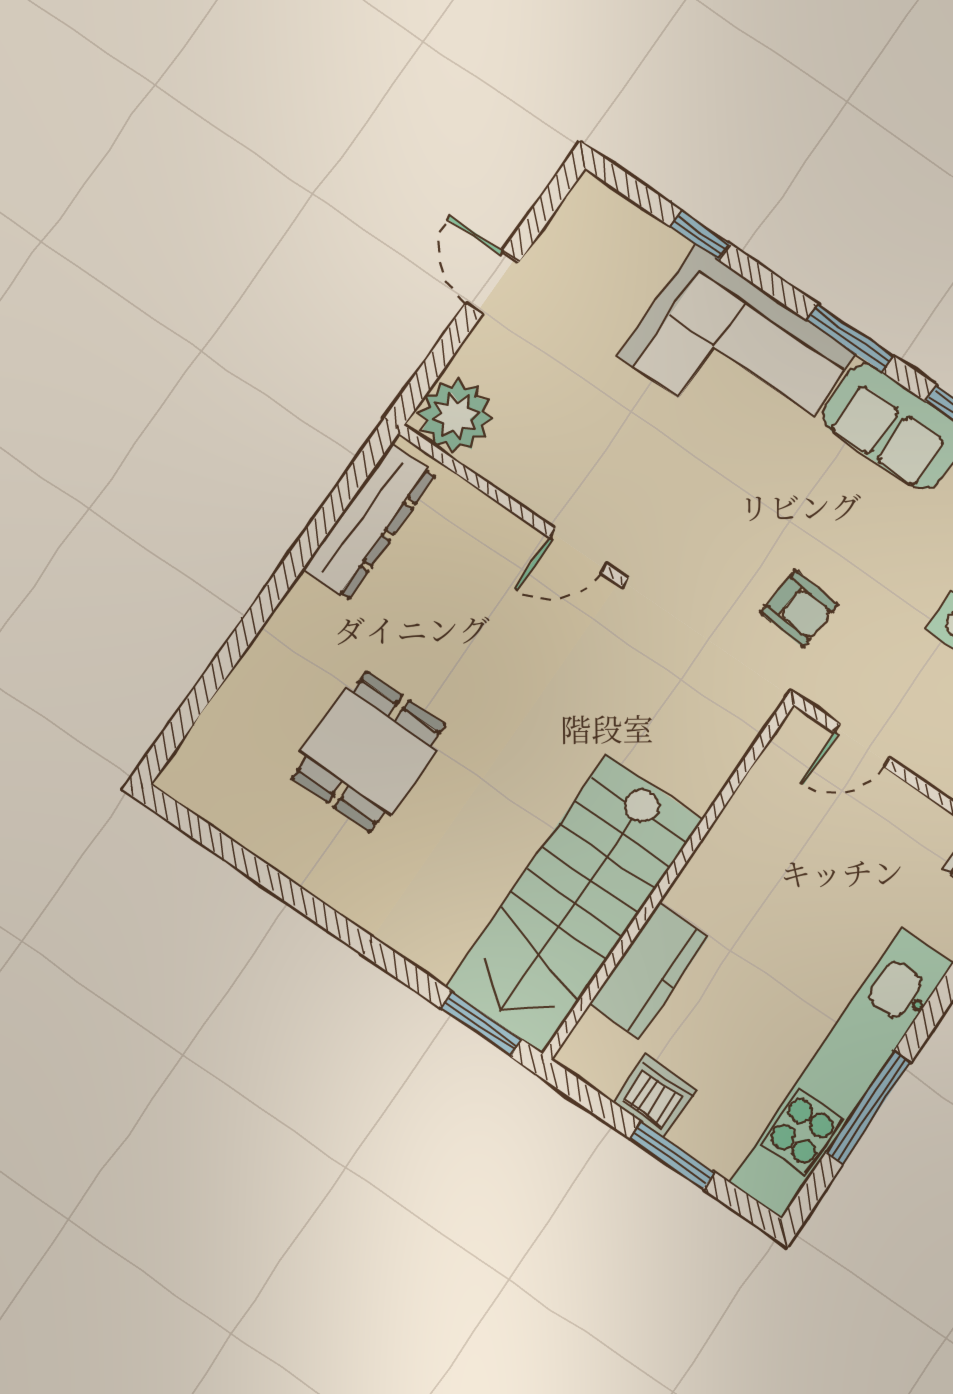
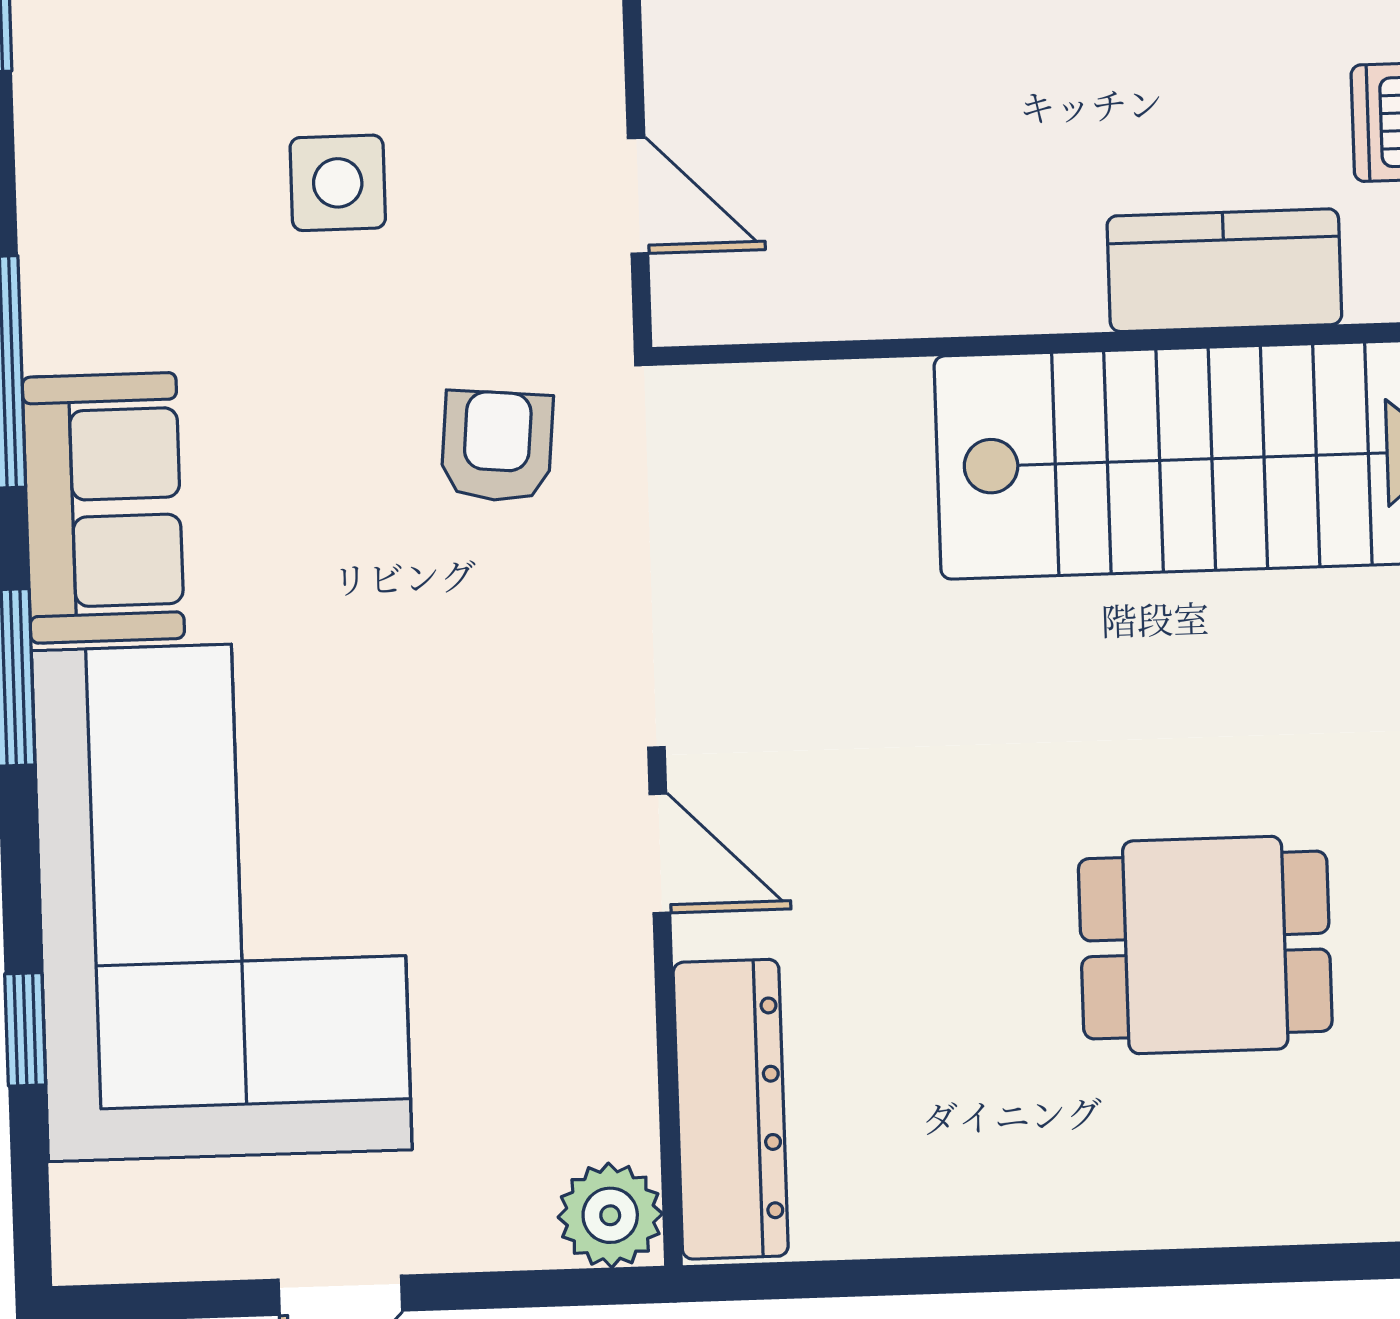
corner sofa: (737, 355) -> (222, 900), width x1.36, depth x1.36
plant: (456, 416) -> (610, 1215), width x0.73, depth x0.73
dresser: (369, 522) -> (731, 1109), moved, turned 90

